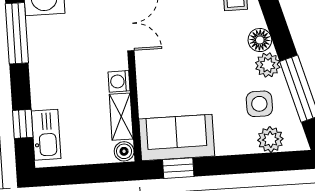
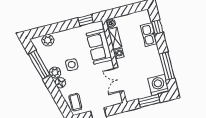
side table: (259, 104) -> (72, 65), moved
kitchen sink: (46, 135) -> (149, 35), moved
sofa: (177, 138) -> (99, 47), moved, turned 90

